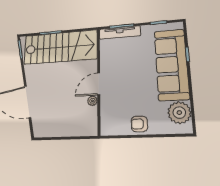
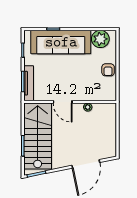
door: (99, 84) -> (63, 102), moved

